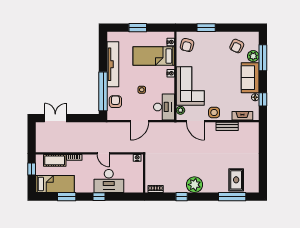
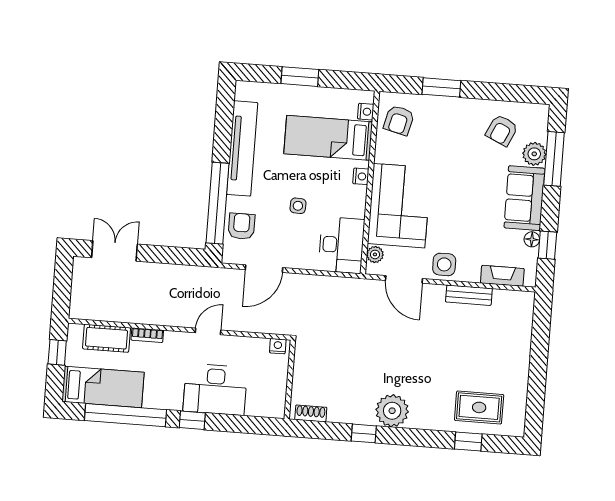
door: (139, 121) -> (264, 269), moved
door: (103, 153) -> (208, 331), swing flipped
rug: (236, 180) -> (479, 407), turned 90
window: (67, 197) -> (126, 415), width x2.11
window: (232, 197) -> (468, 442), width x0.46

